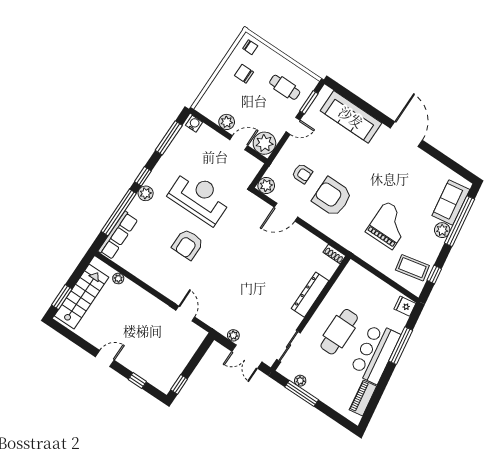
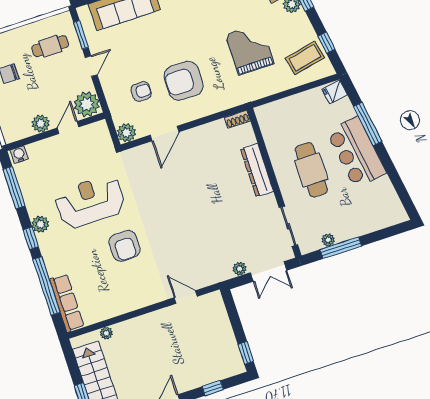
plant: (146, 193) -> (40, 224), moved
piano: (363, 398) -> (388, 195), removed

